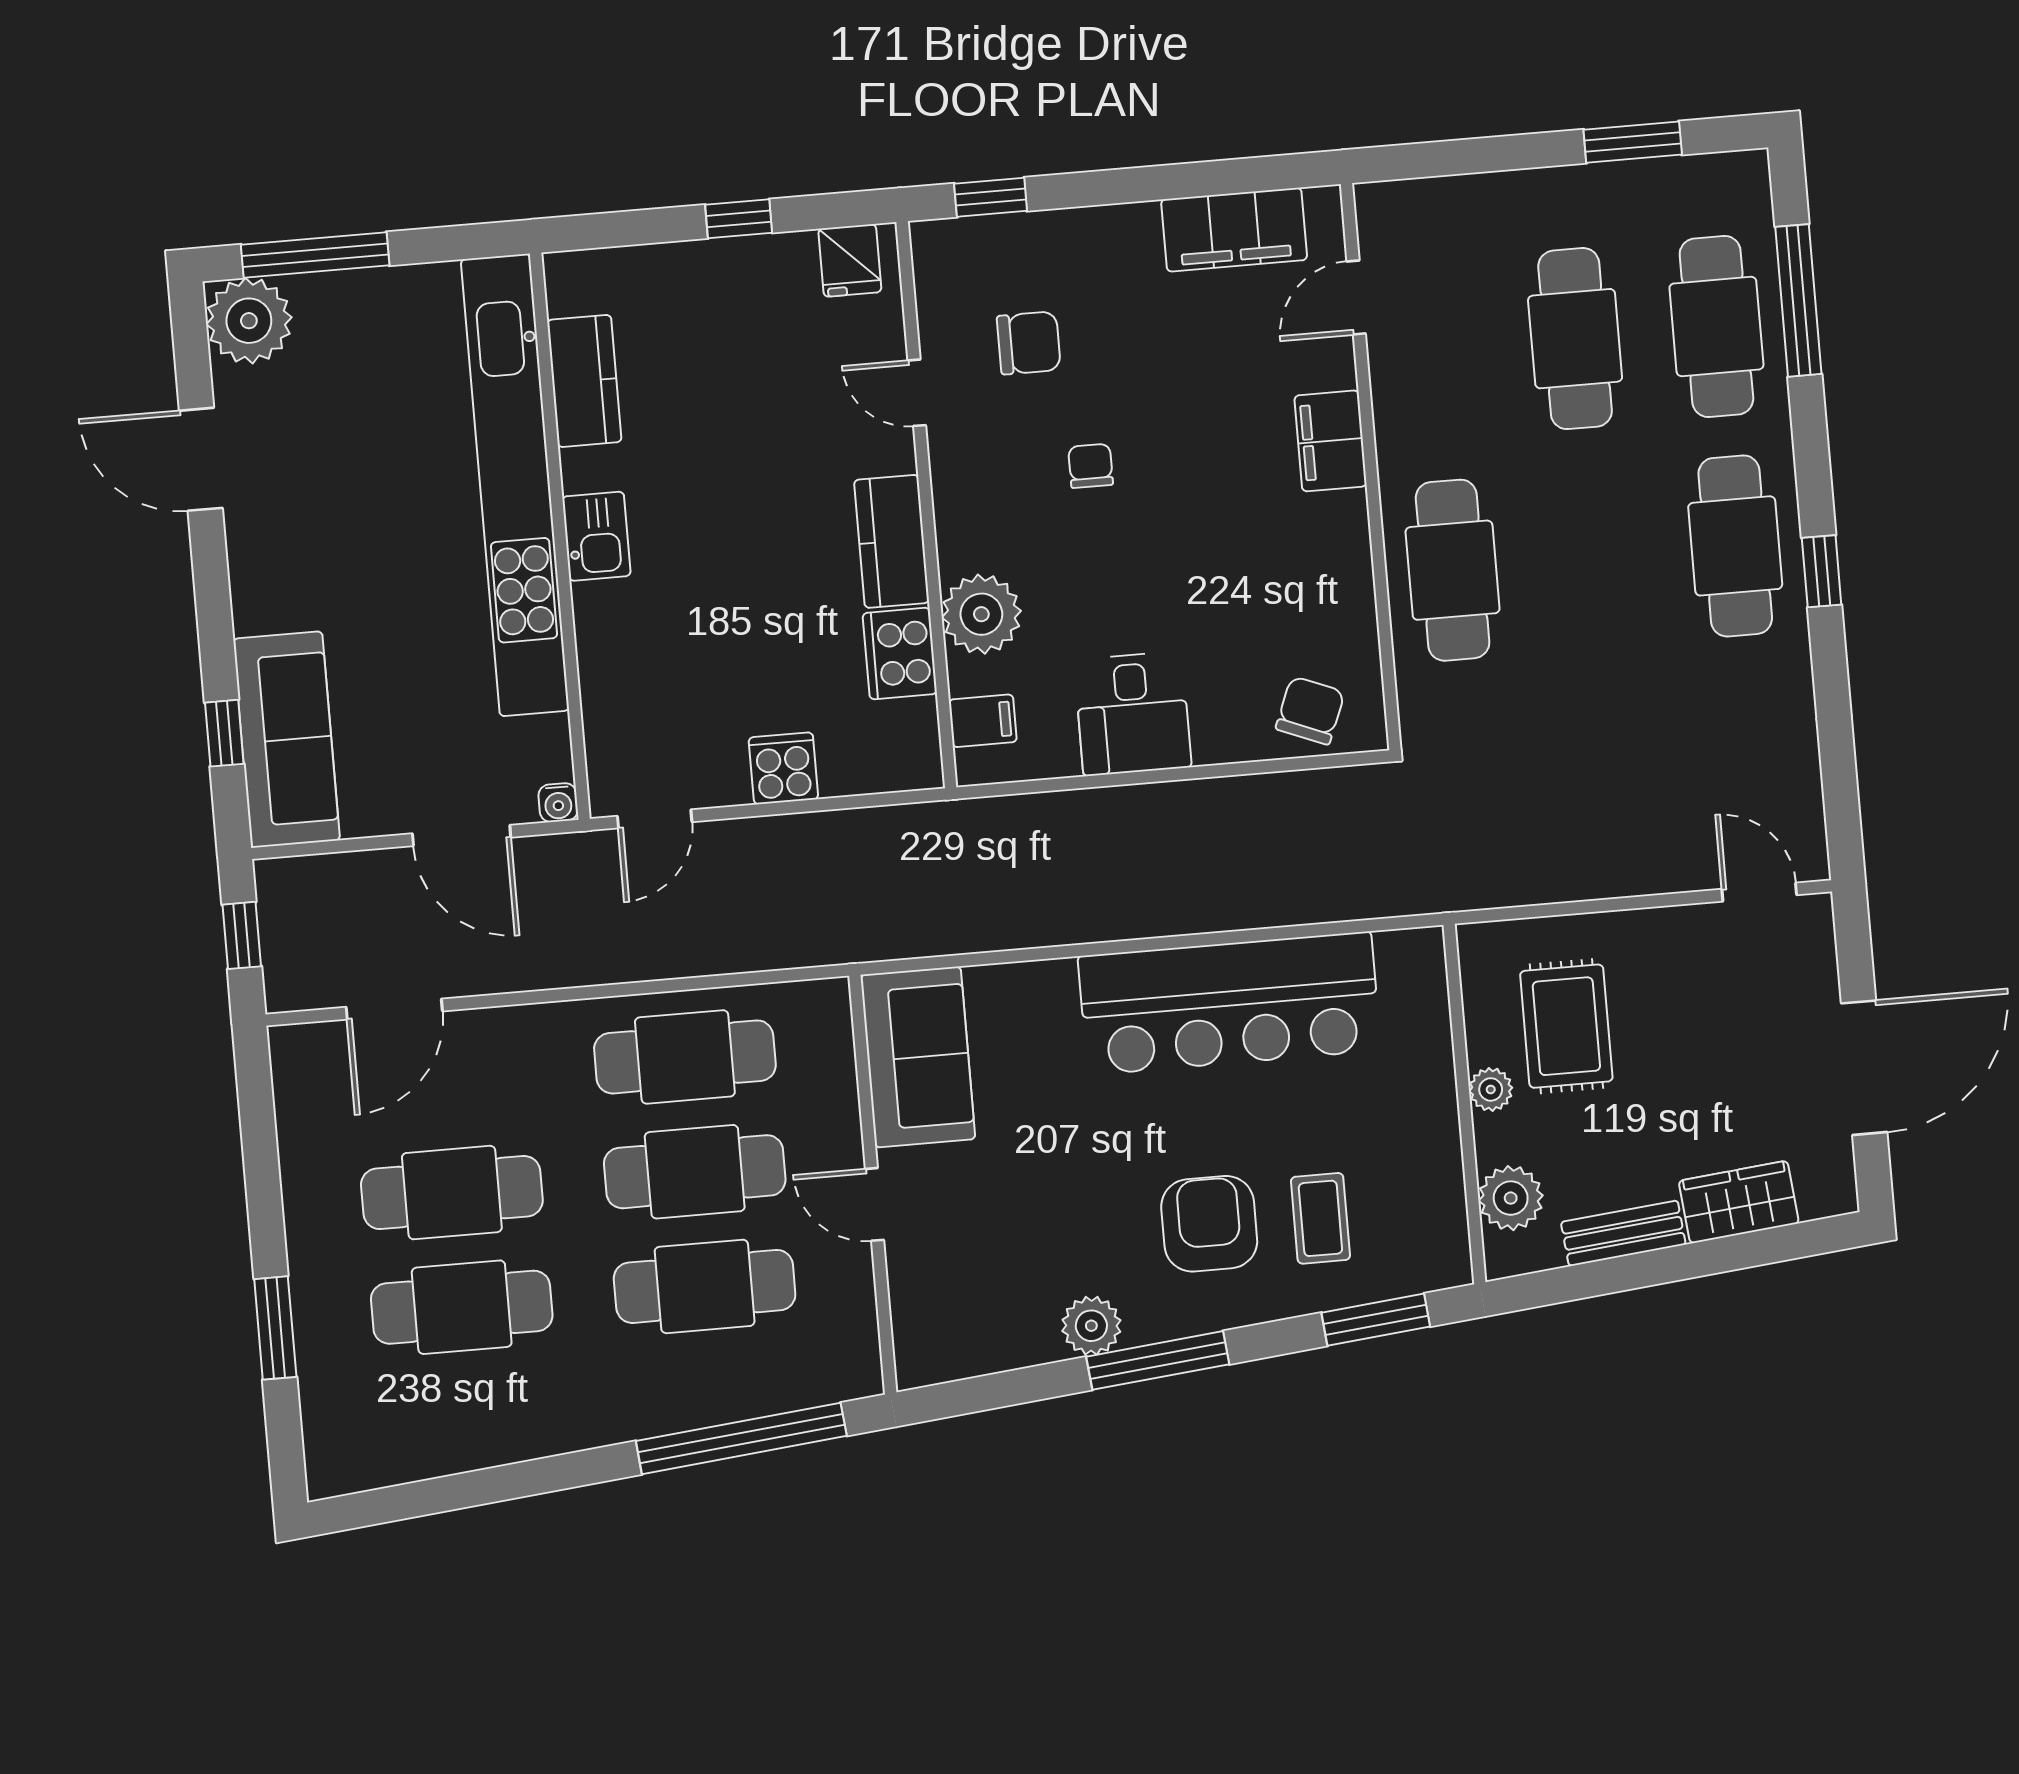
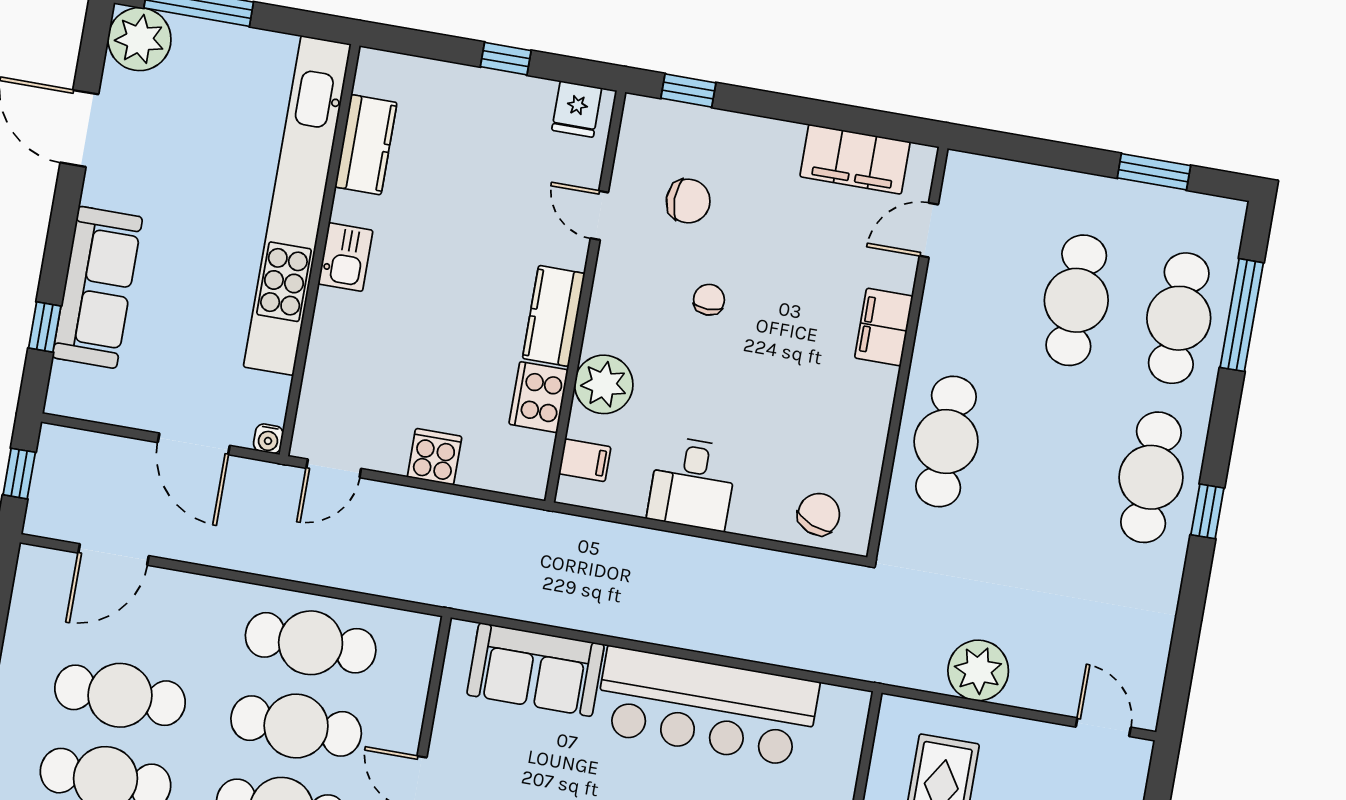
sofa: (286, 739) -> (97, 287), moved
plant: (1575, 861) -> (978, 670), added
sofa: (918, 1057) -> (536, 670), moved, turned 90

